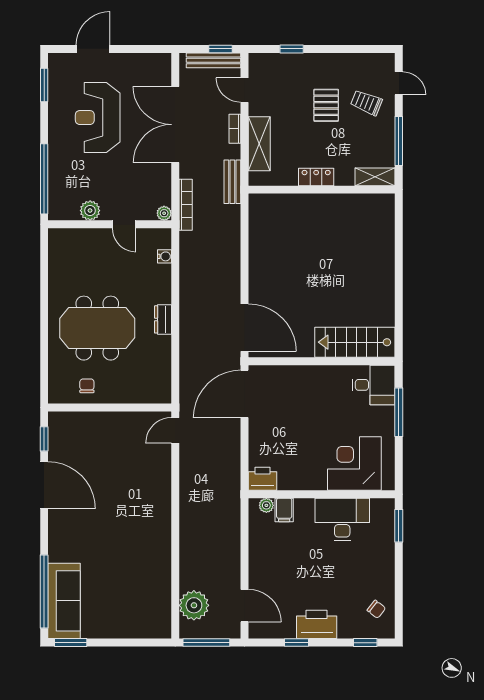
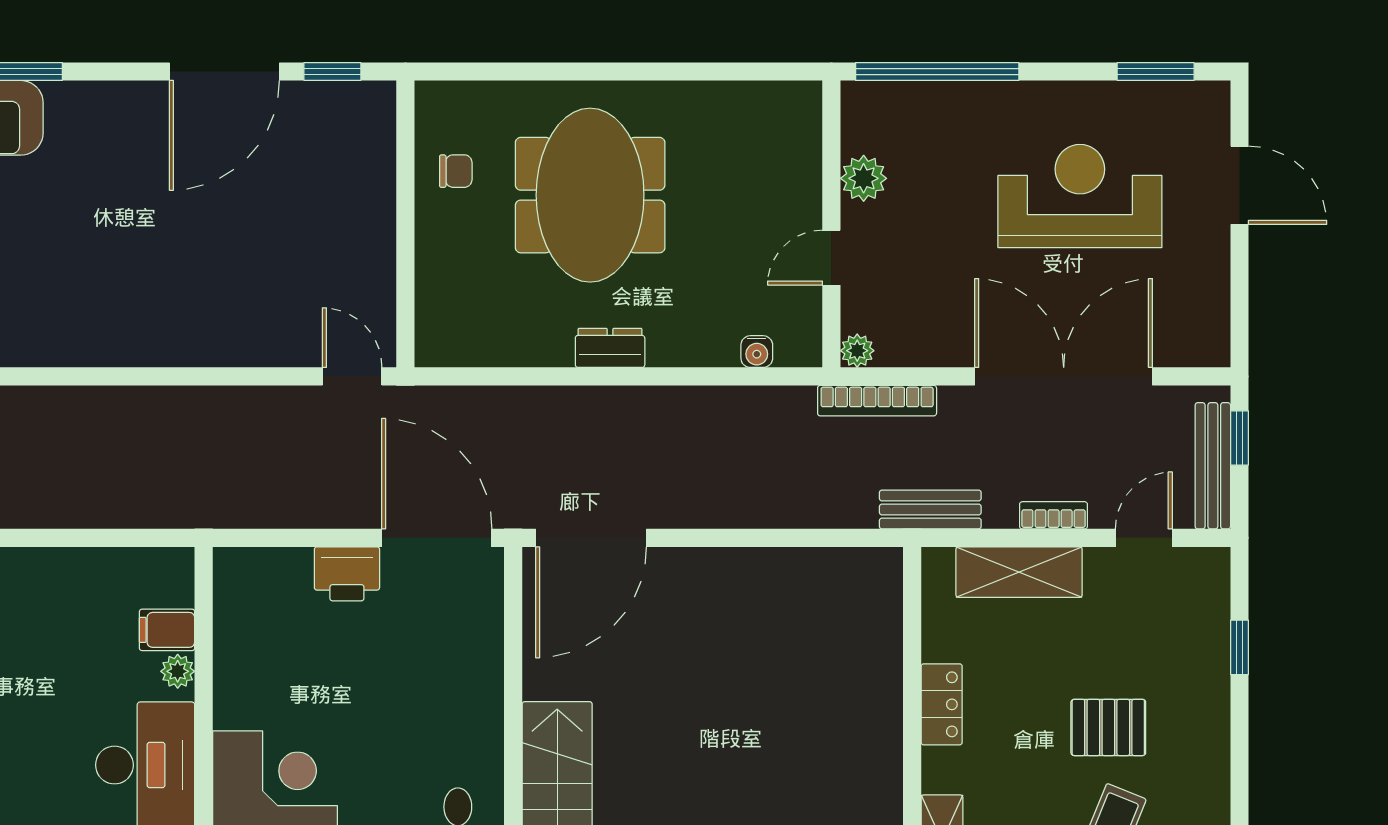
window: (220, 49) -> (1239, 438), moved
printer: (262, 479) -> (347, 574), moved, turned 90
plant: (266, 505) -> (178, 671), moved

